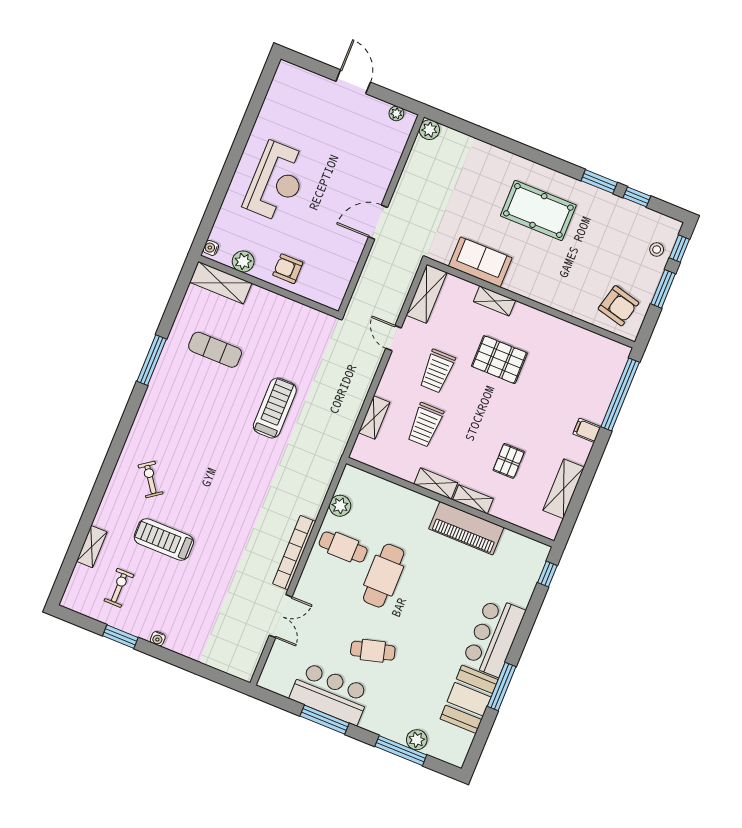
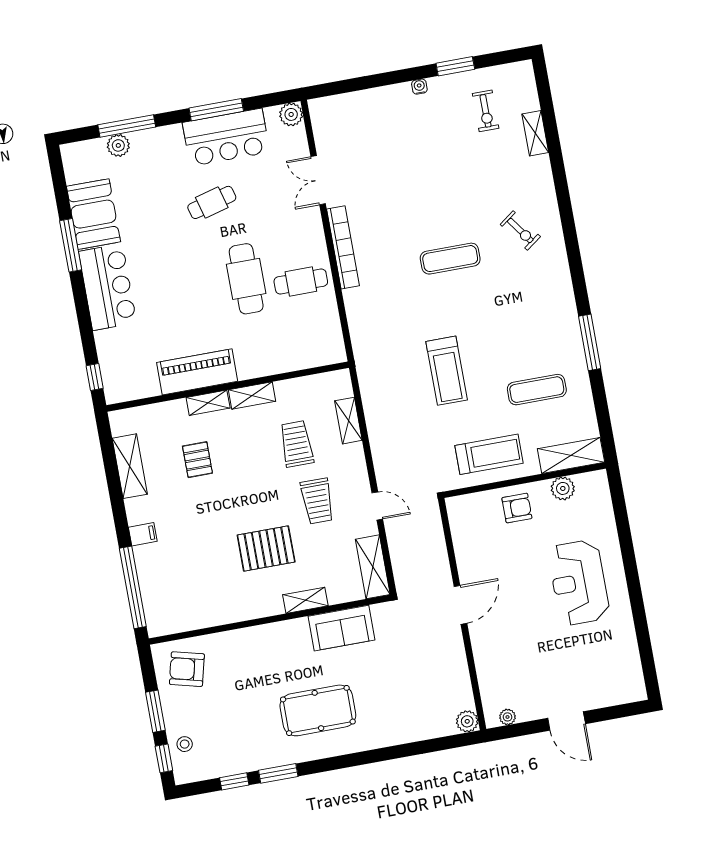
water cooler: (211, 248) -> (601, 482), removed
trolley: (437, 371) -> (317, 501), turned 180
exercise mat: (218, 492) -> (450, 259), added
plant: (340, 506) -> (291, 114), moved
treadmill: (164, 539) -> (489, 454), moved

